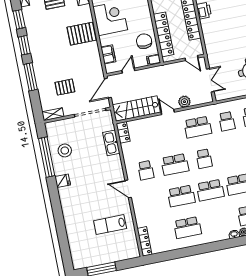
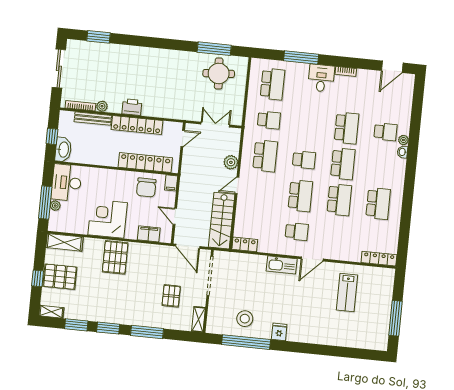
chair: (144, 41) -> (146, 187), turned -90
kitchen sink: (111, 143) -> (282, 265), moved

